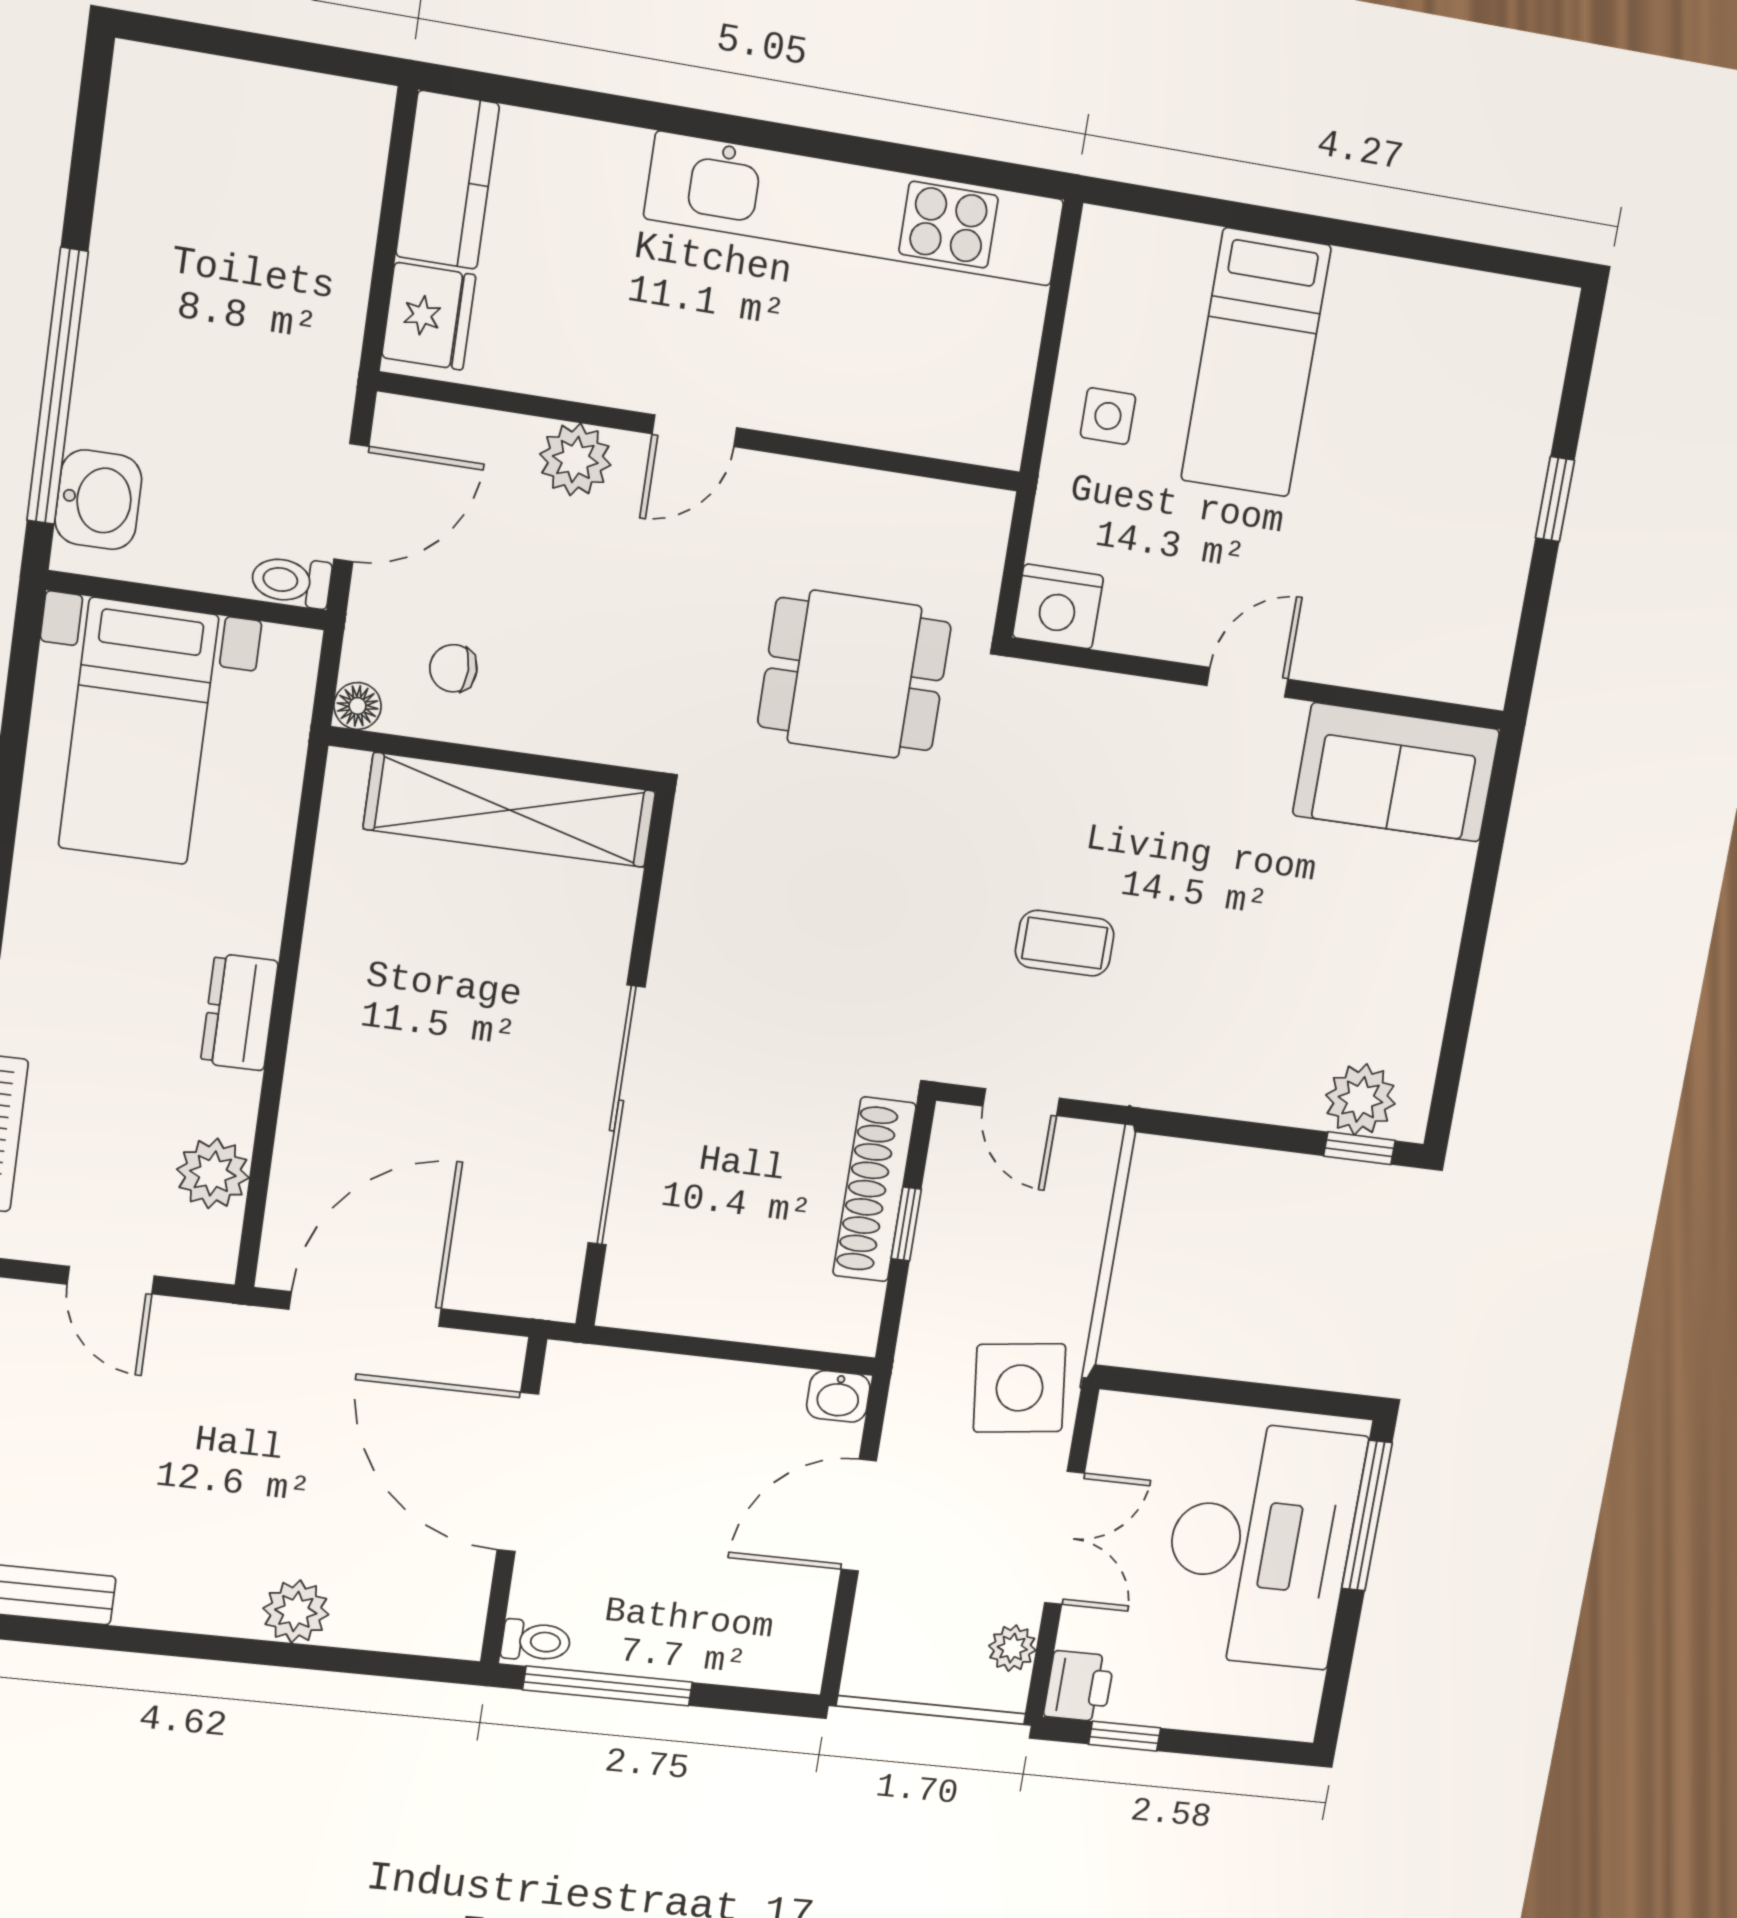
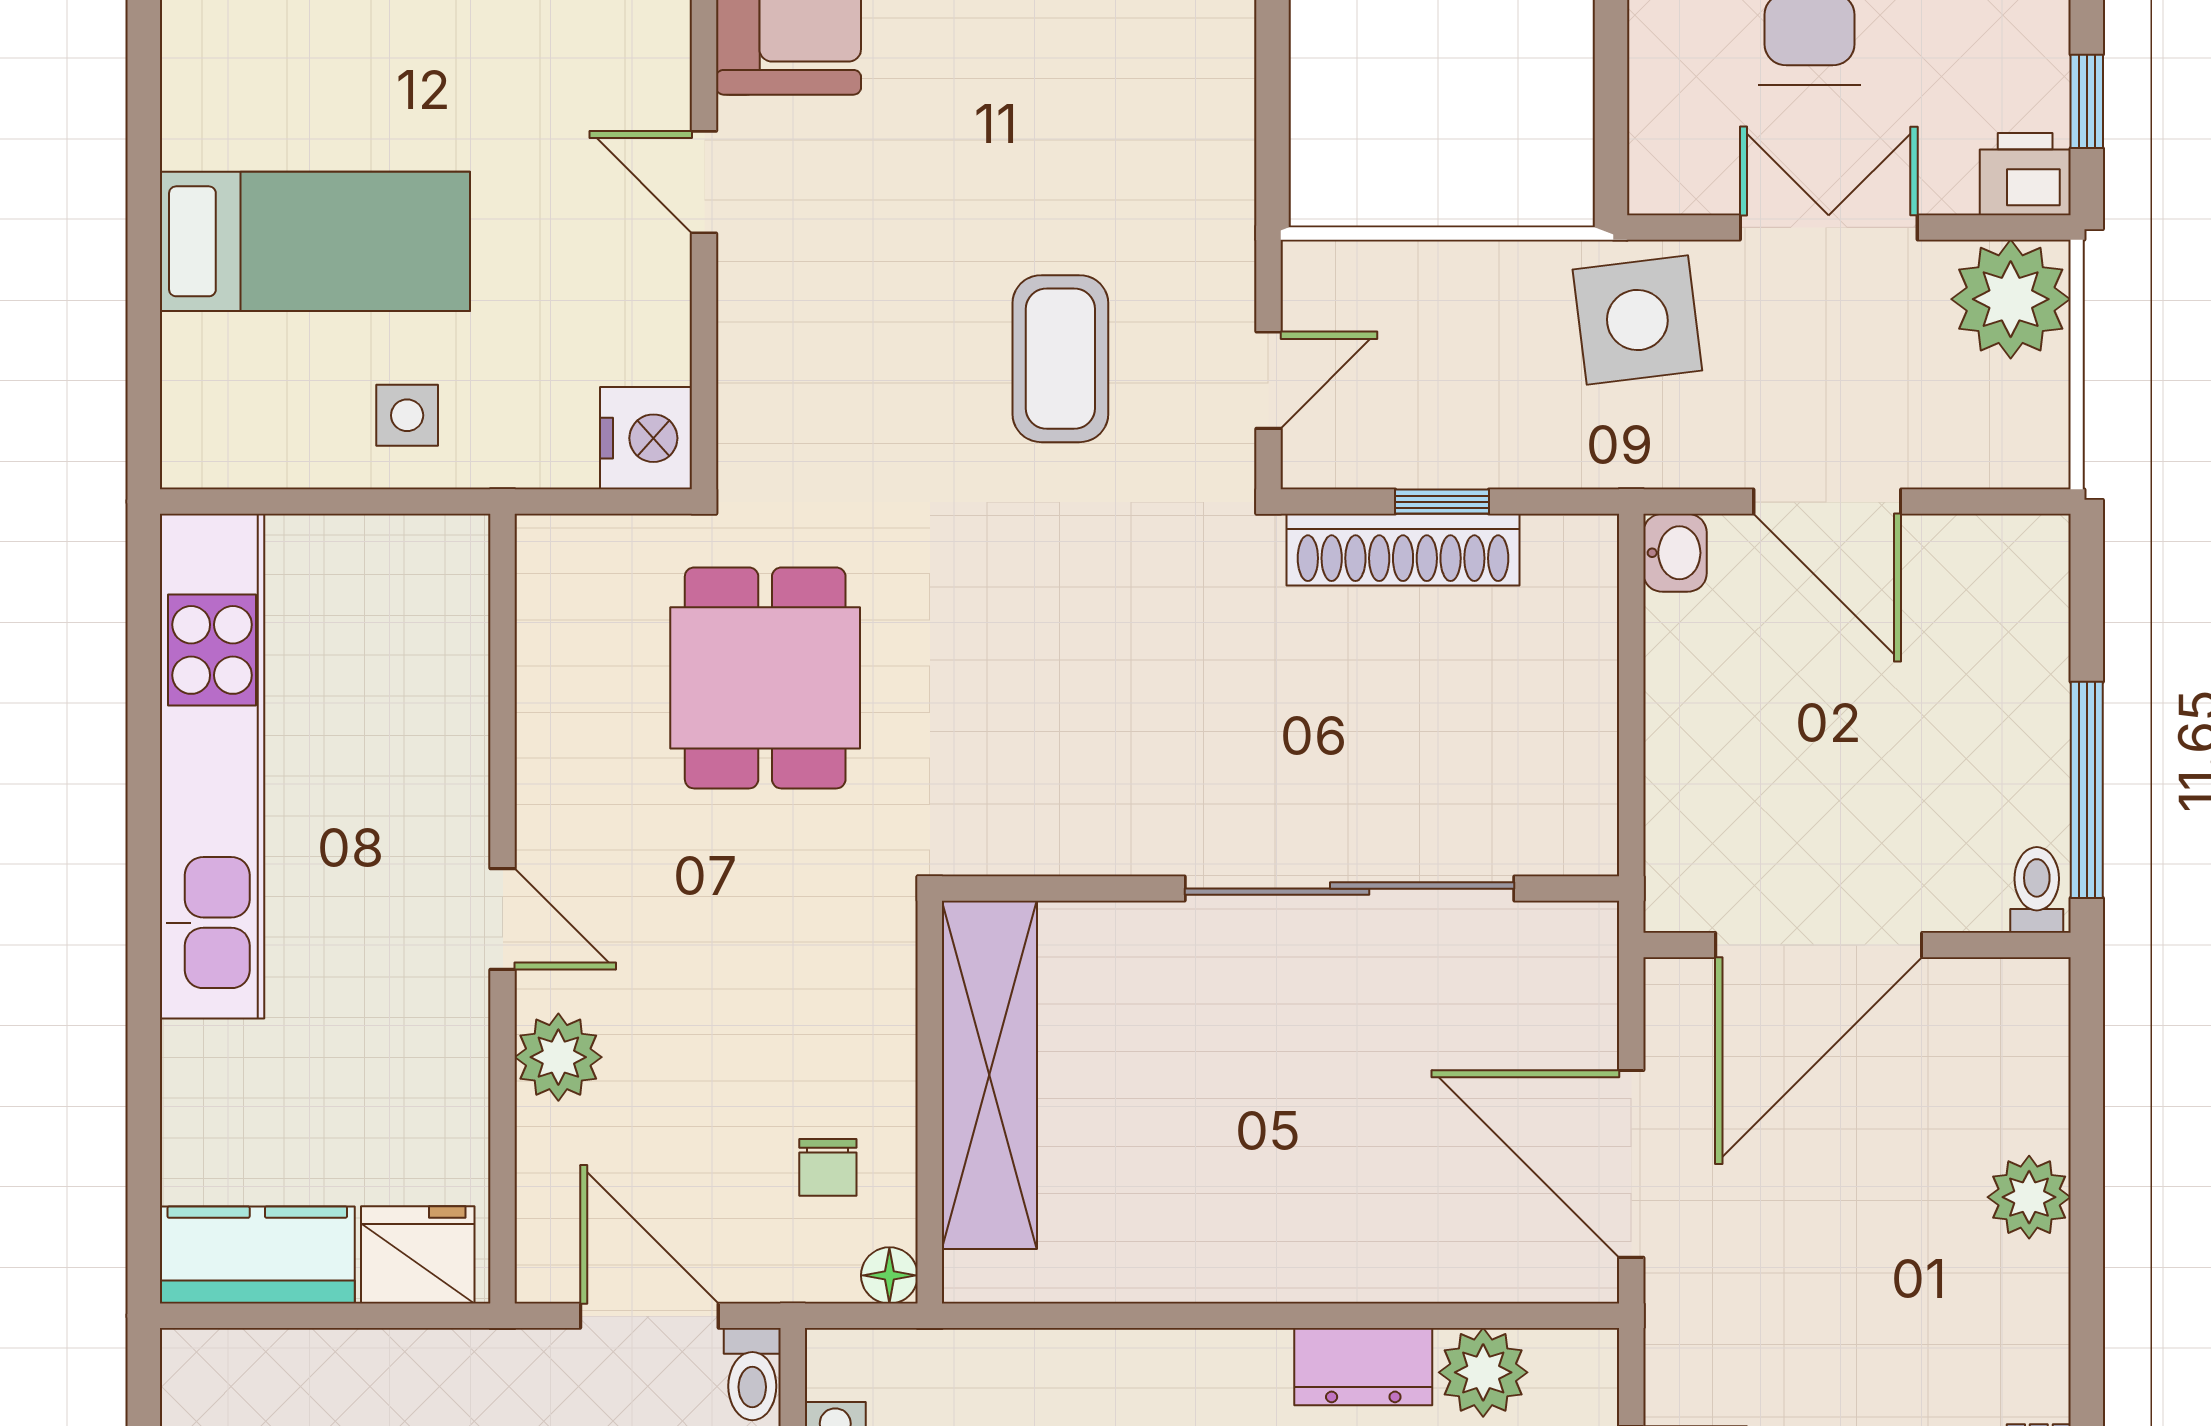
coffee table: (1065, 943) -> (1060, 359), width x1.36, depth x1.30
dresser: (239, 1012) -> (1363, 1367), moved
plant: (1012, 1648) -> (2011, 299), width x1.88, depth x1.88

